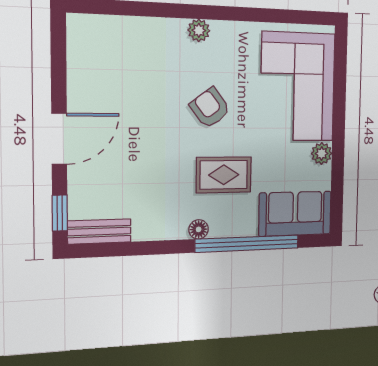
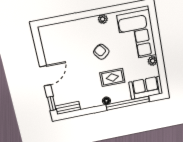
plant: (199, 30) -> (103, 19), moved

